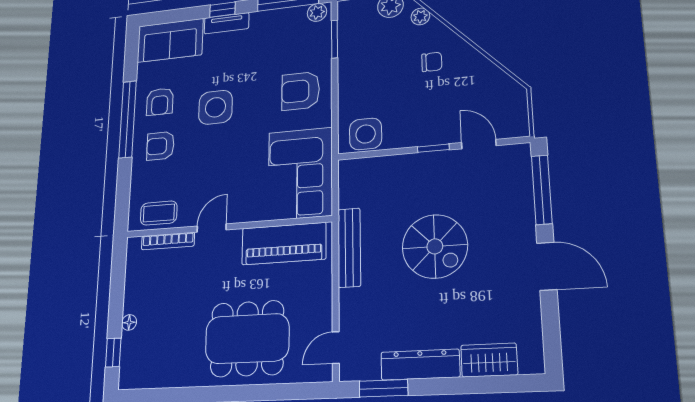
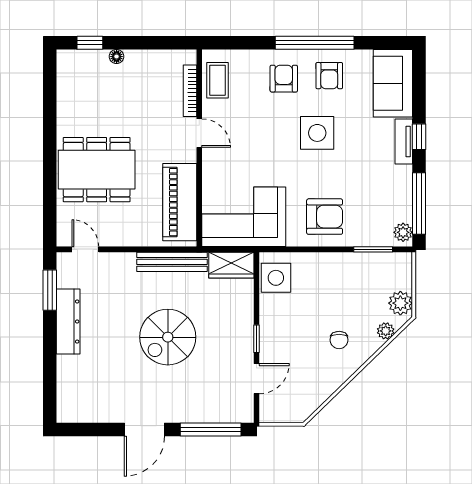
armchair: (300, 91) -> (325, 217), turned 90
armchair: (160, 102) -> (329, 76), turned -90
dining table: (247, 339) -> (97, 170), turned 90
wardrobe: (489, 360) -> (231, 265), moved, turned 90

